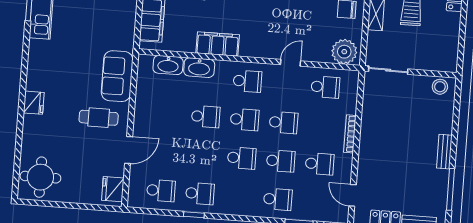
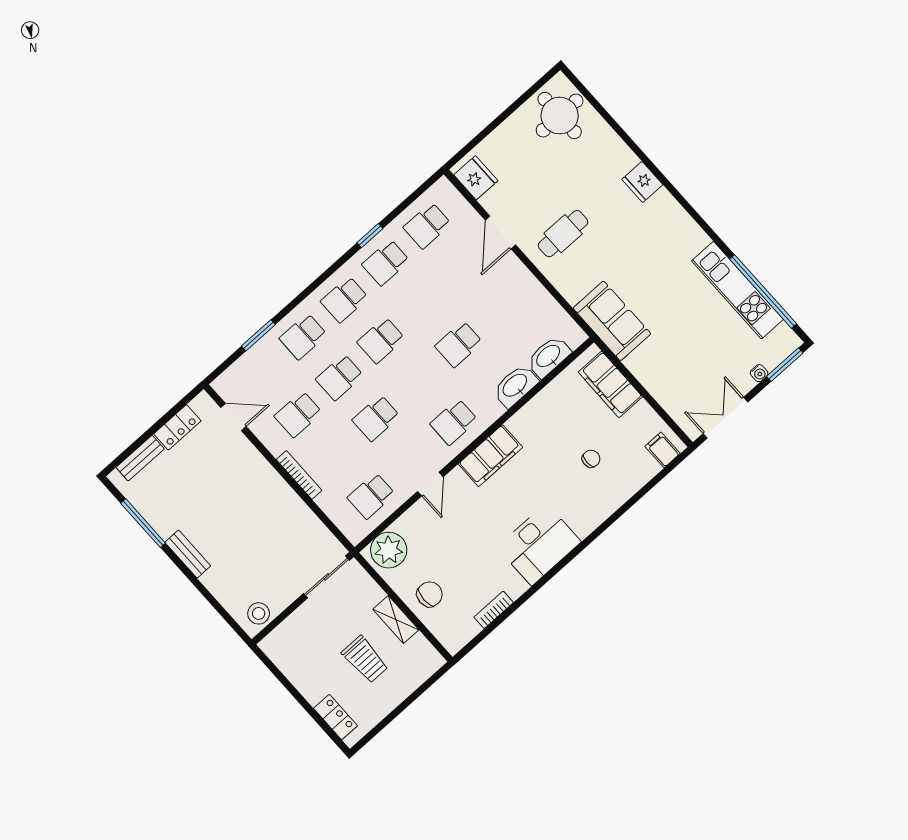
filing cabinet: (218, 44) -> (490, 456), moved
sofa: (117, 76) -> (612, 321), moved
school desk: (245, 120) -> (344, 300), moved

